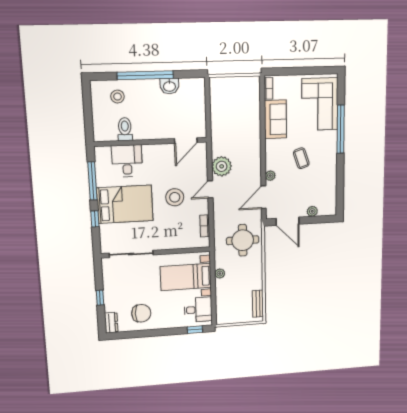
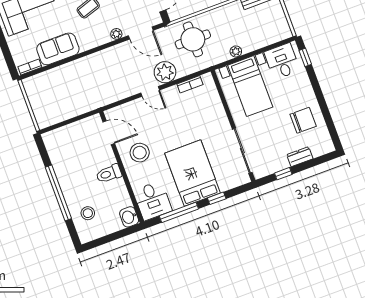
washbasin: (169, 86) -> (129, 217), moved, turned 180
toilet: (125, 129) -> (109, 174), moved
desk: (127, 161) -> (153, 201), moved, turned -90
plant: (222, 166) -> (165, 72), moved
stool: (175, 197) -> (140, 153), moved
window: (100, 298) -> (283, 174), moved
chair: (141, 313) -> (303, 120), turned 90
dresser: (111, 323) -> (300, 157), moved

